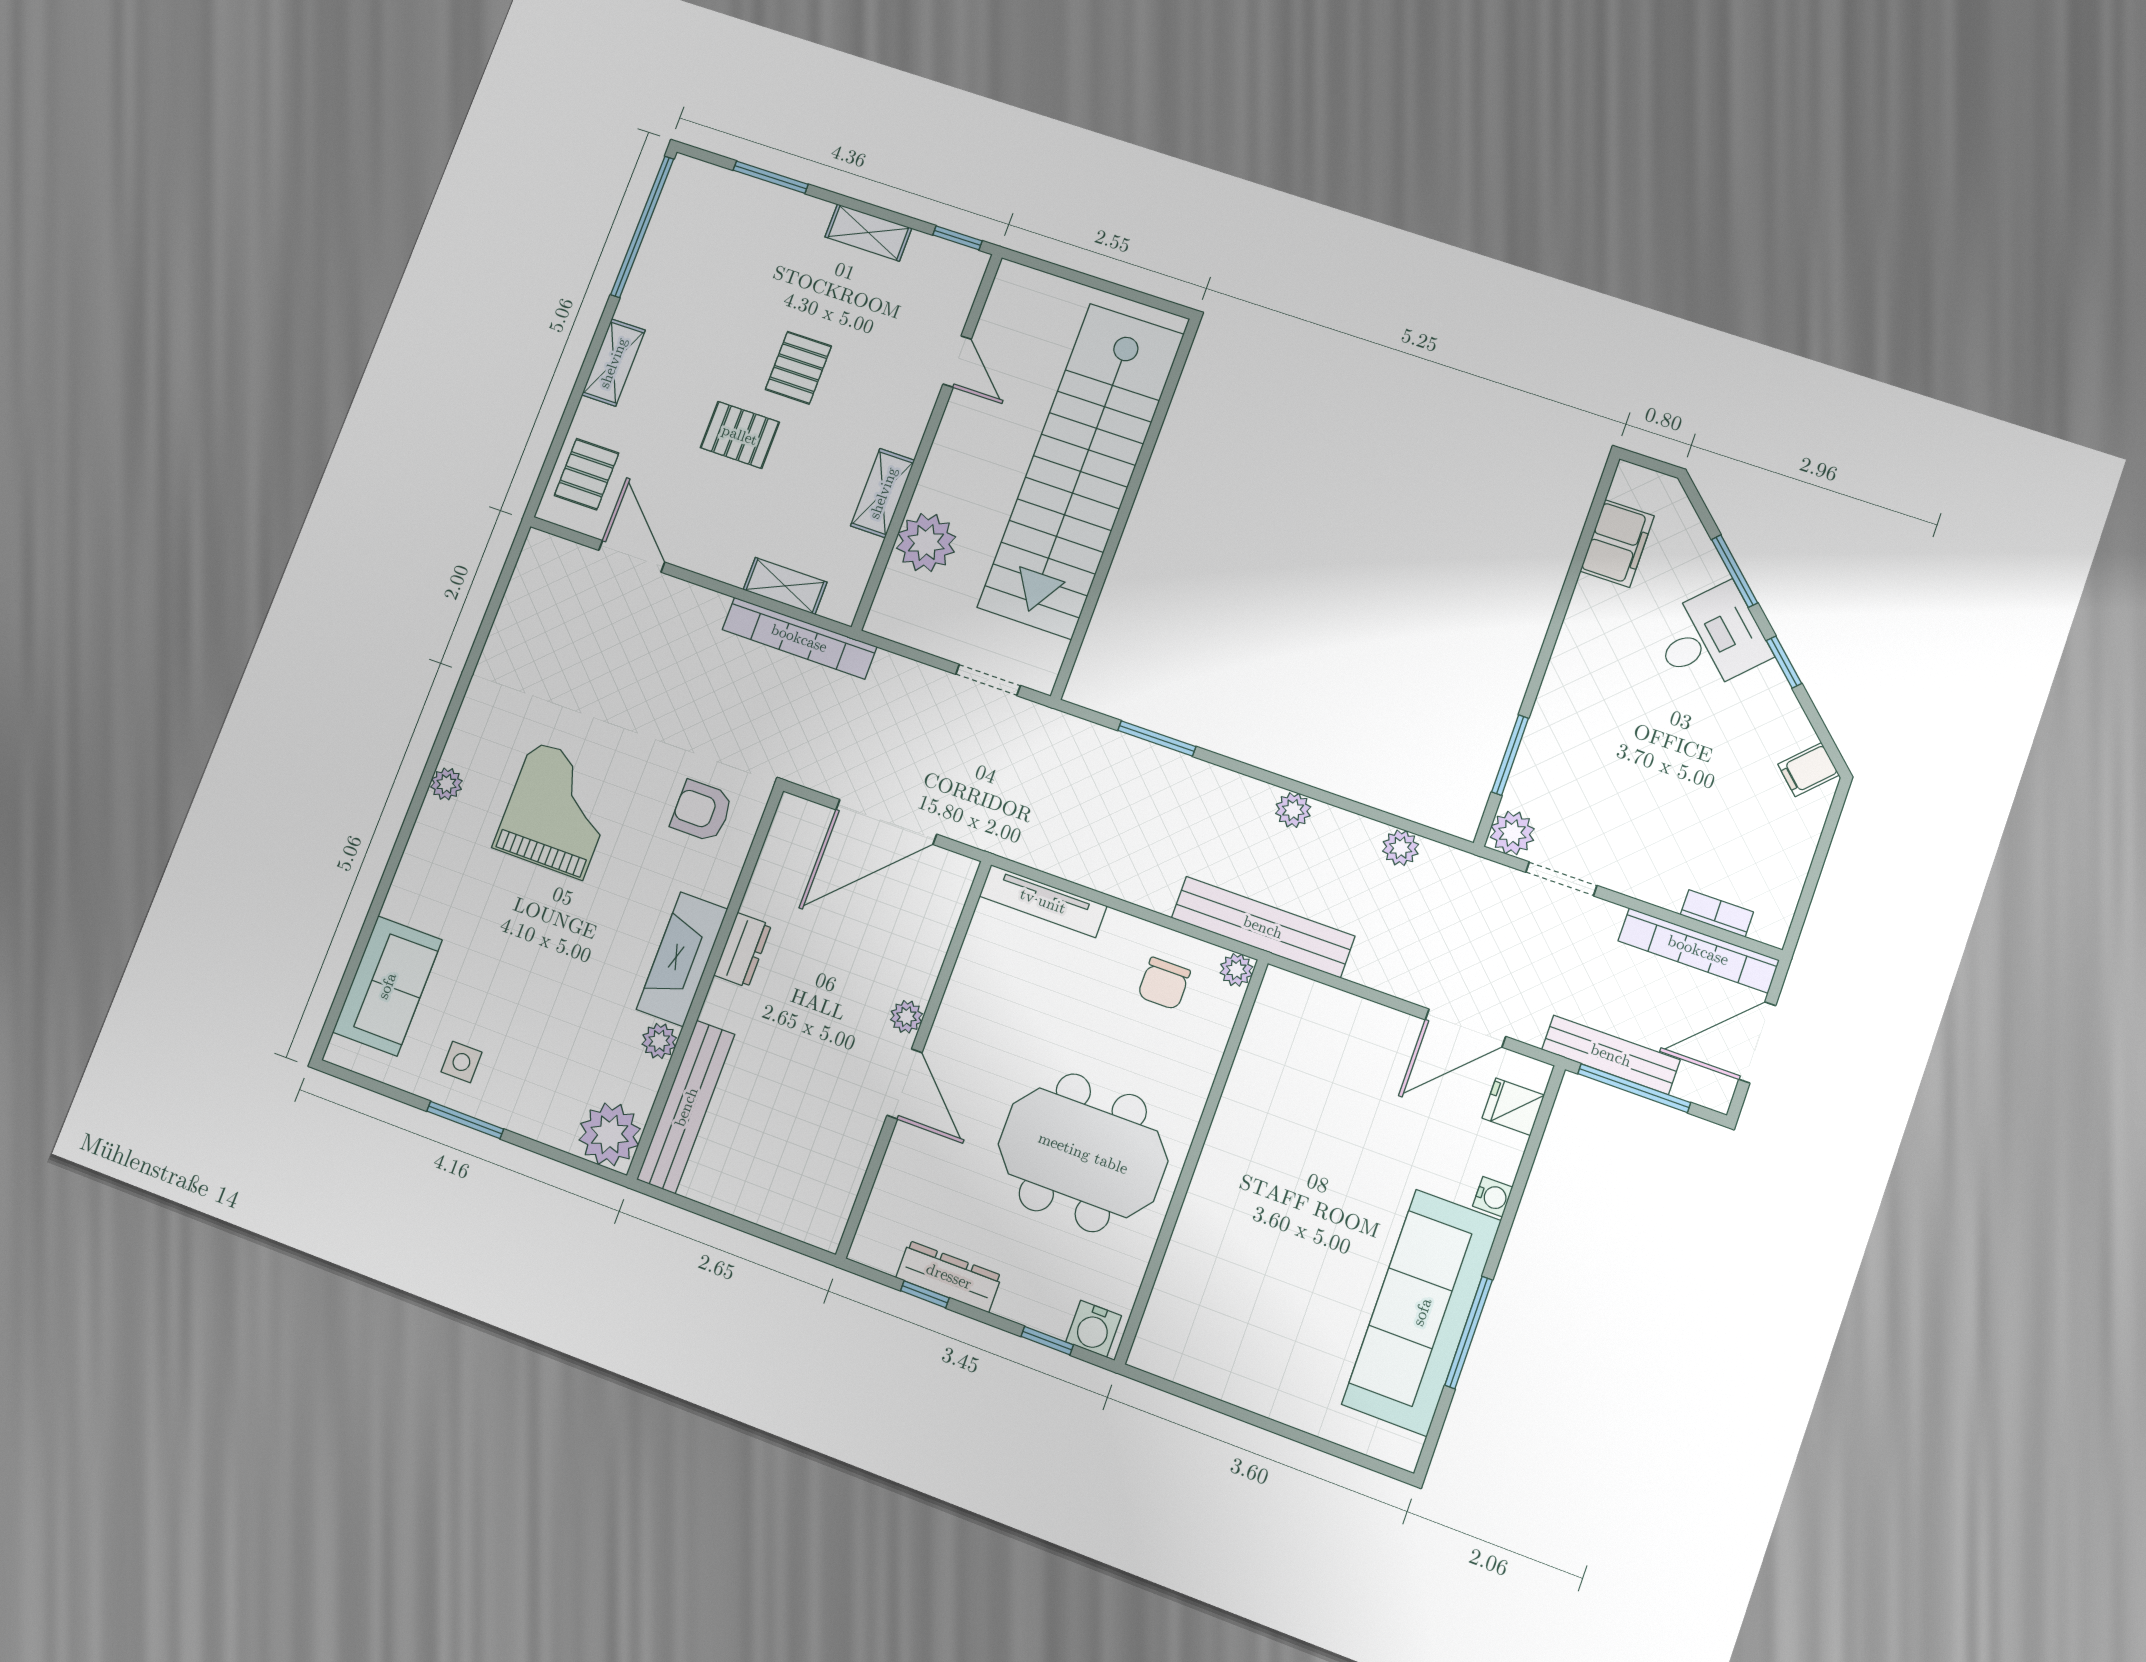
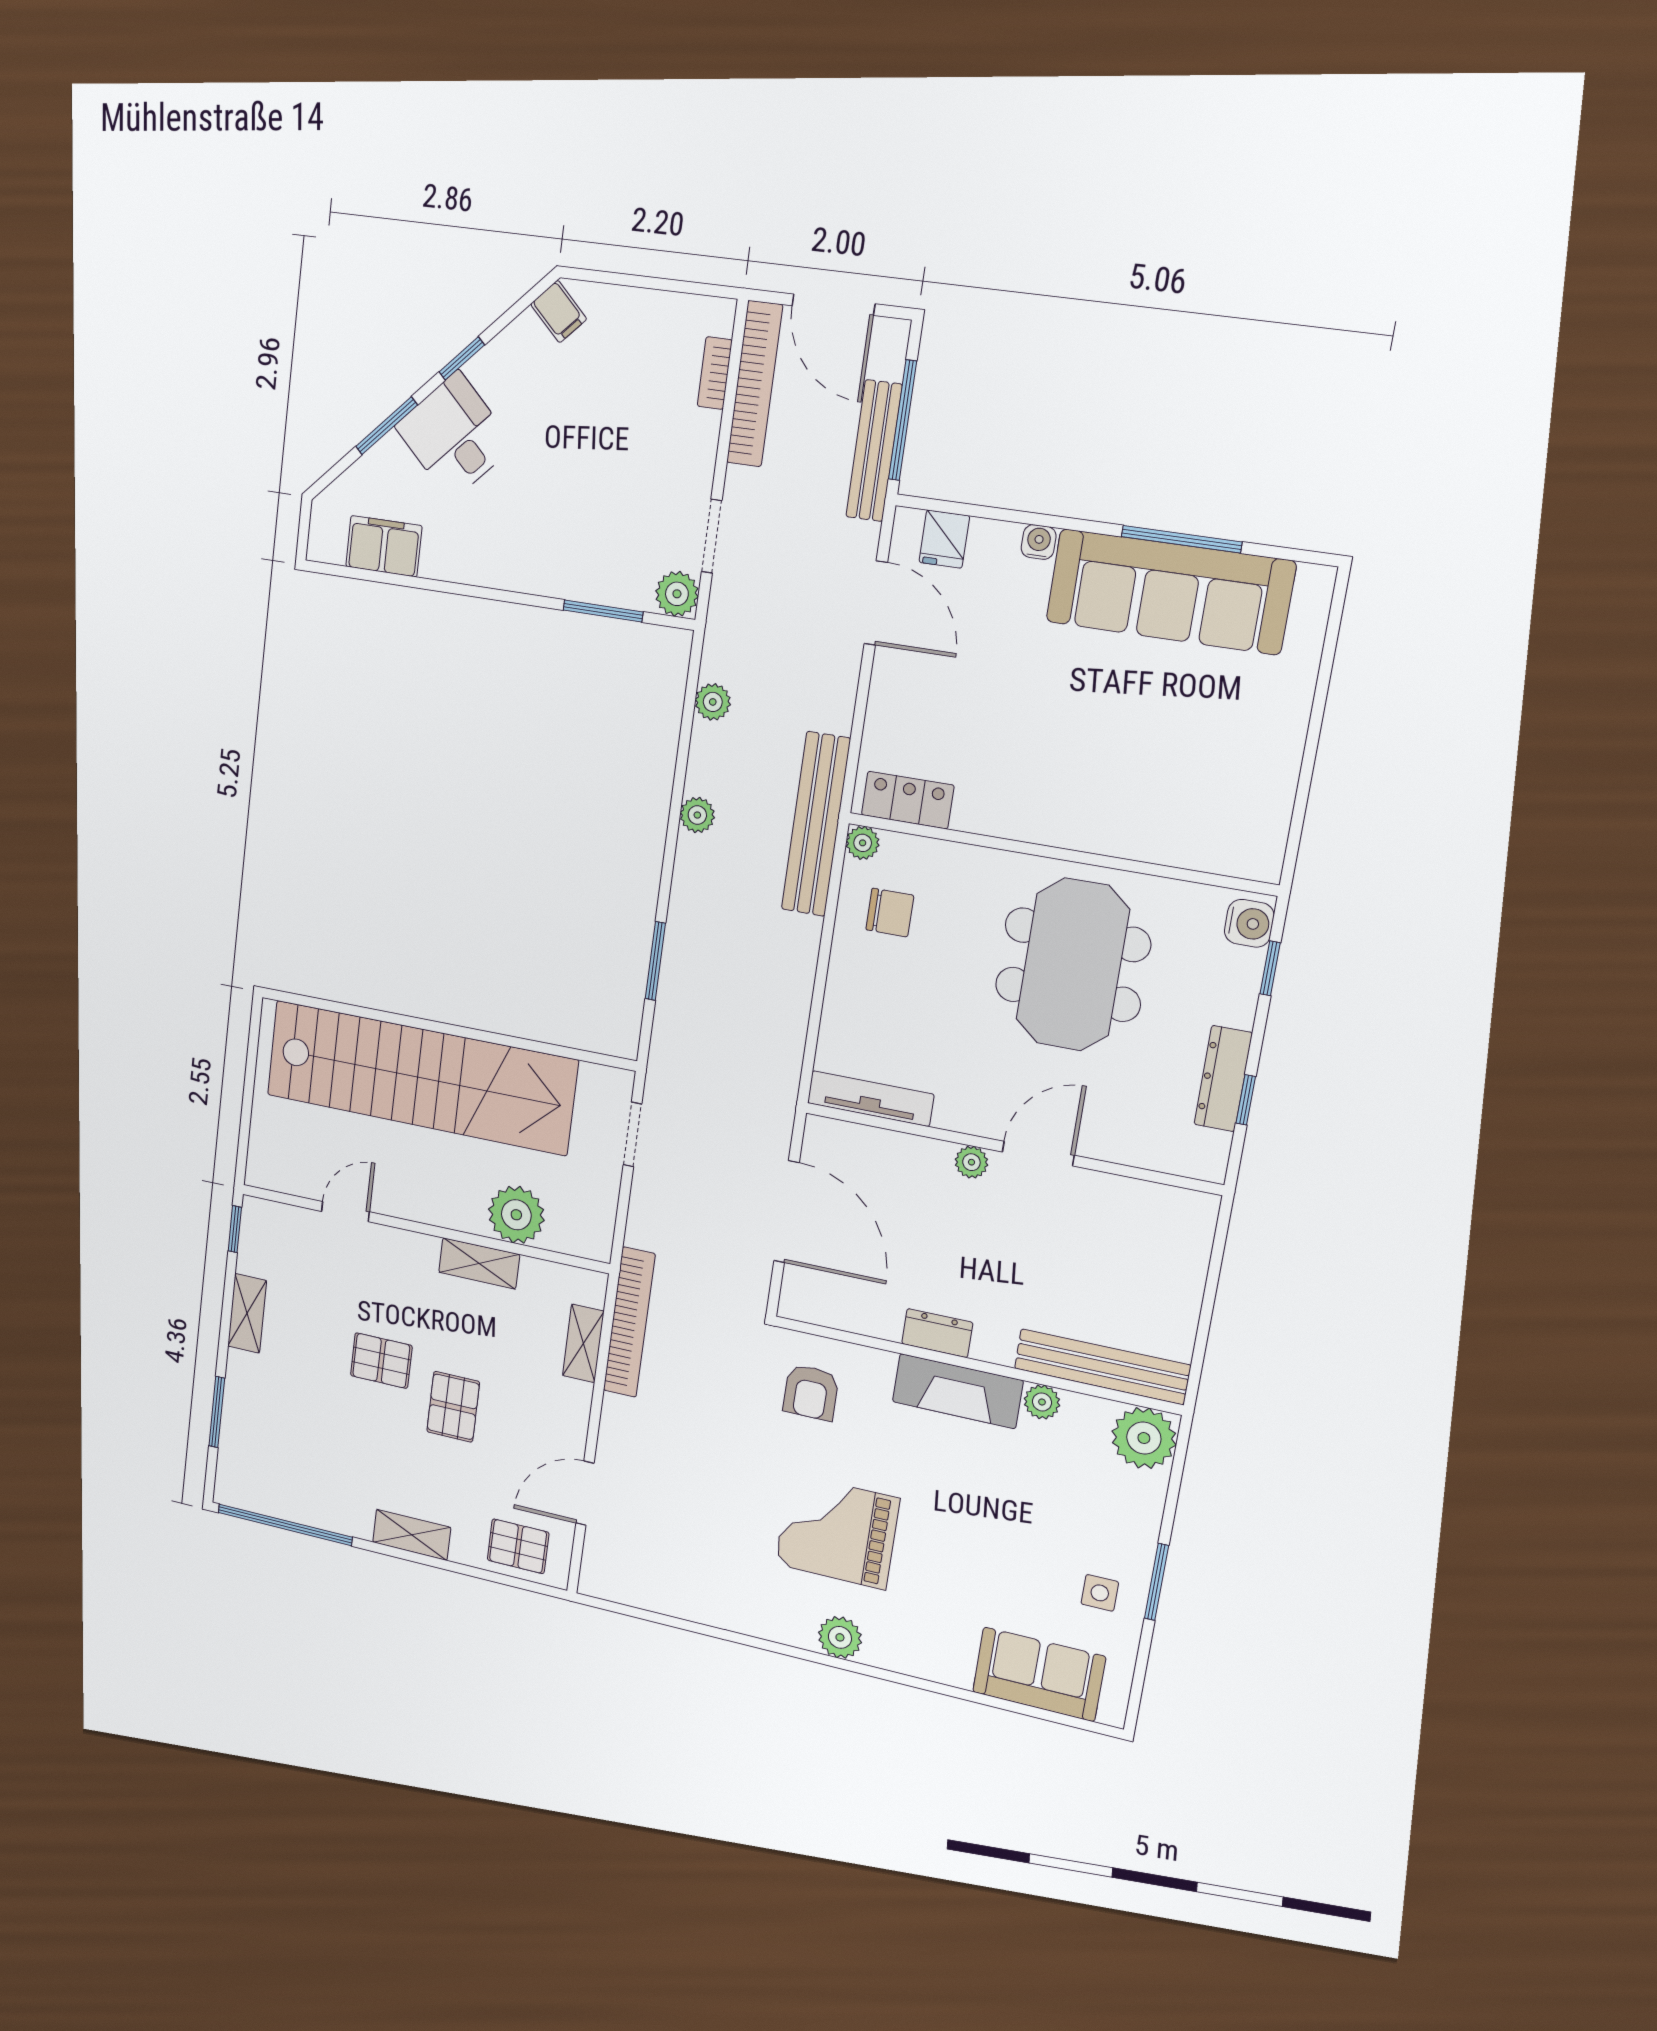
plant: (446, 784) -> (840, 1637), width x1.38, depth x1.38
tv unit: (1043, 901) -> (870, 1099), moved, turned -90
locker: (1270, 1022) -> (908, 800), added

